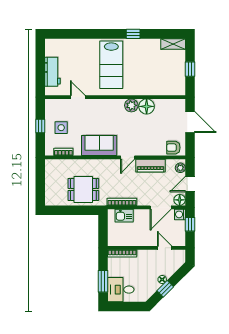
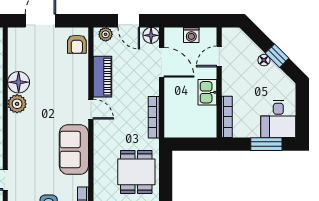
washing machine: (180, 214) -> (191, 35), moved
kitchen sink: (124, 216) -> (207, 92), moved, turned 180
window: (190, 224) -> (186, 21), removed

